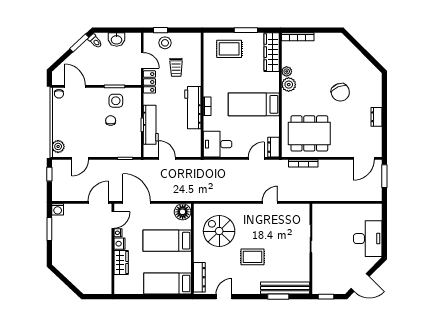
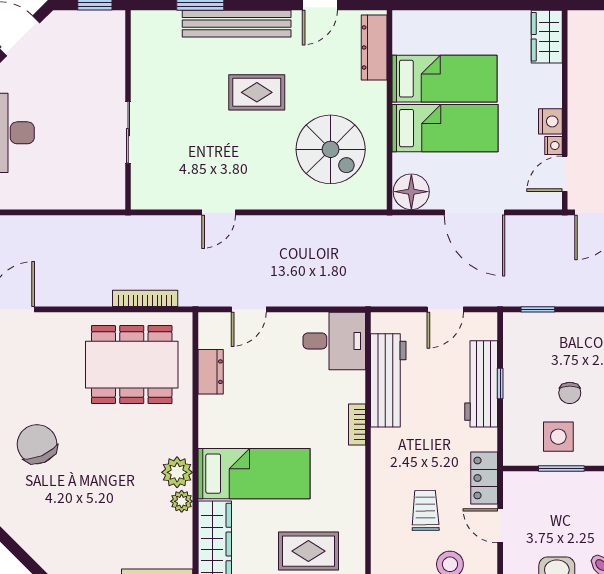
chair: (340, 92) -> (37, 444), moved
bed: (254, 104) -> (254, 474), moved
workbench: (193, 108) -> (388, 380), moved
dresser: (273, 147) -> (211, 372), moved
door: (167, 158) -> (445, 309), hinge flipped
door: (137, 202) -> (474, 212), moved
wardrobe: (121, 262) -> (547, 37), moved
bed: (167, 283) -> (444, 79), moved
bench: (285, 288) -> (237, 24), moved

